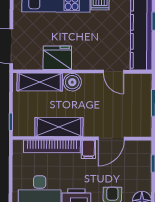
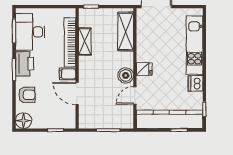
fridge: (57, 58) -> (144, 69), moved, width x0.53, depth x0.75
boiler: (72, 82) -> (126, 75), moved
shelving: (59, 127) -> (85, 41), width x0.67, depth x0.75

